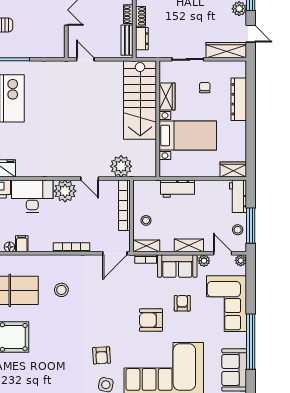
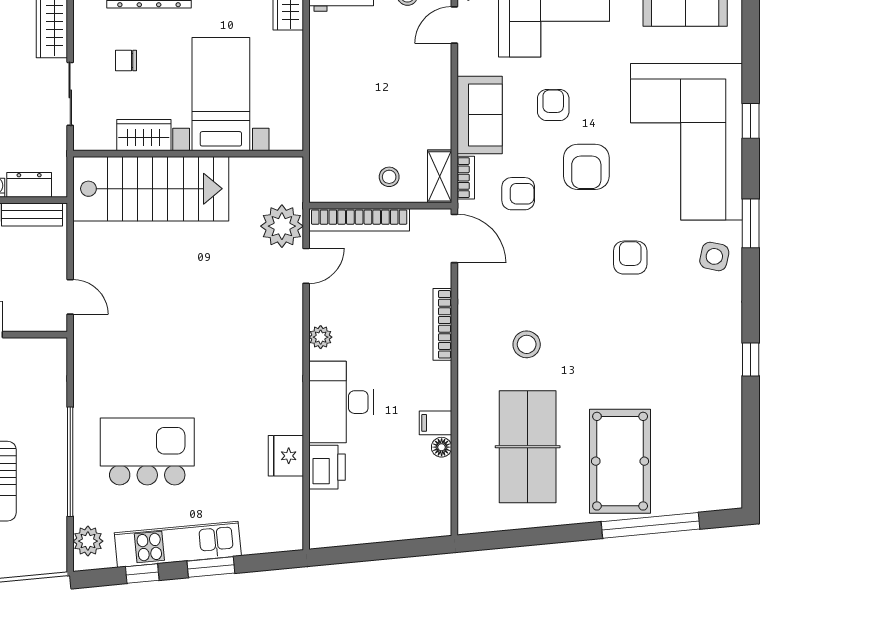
door: (85, 59) -> (70, 297), swing flipped
door: (90, 179) -> (306, 266), moved
workbench: (178, 189) -> (326, 114), removed
plant: (65, 191) -> (321, 337), width x0.53, depth x0.53
shelving: (189, 245) -> (439, 92), removed
plant: (204, 261) -> (469, 62), removed
armchair: (137, 286) -> (518, 194), added
armchair: (182, 303) -> (553, 105), turned 90
armchair: (102, 355) -> (630, 258), moved, turned -87

